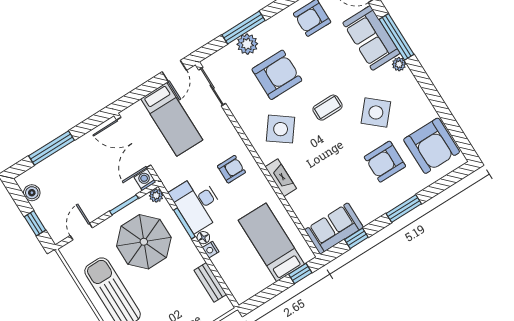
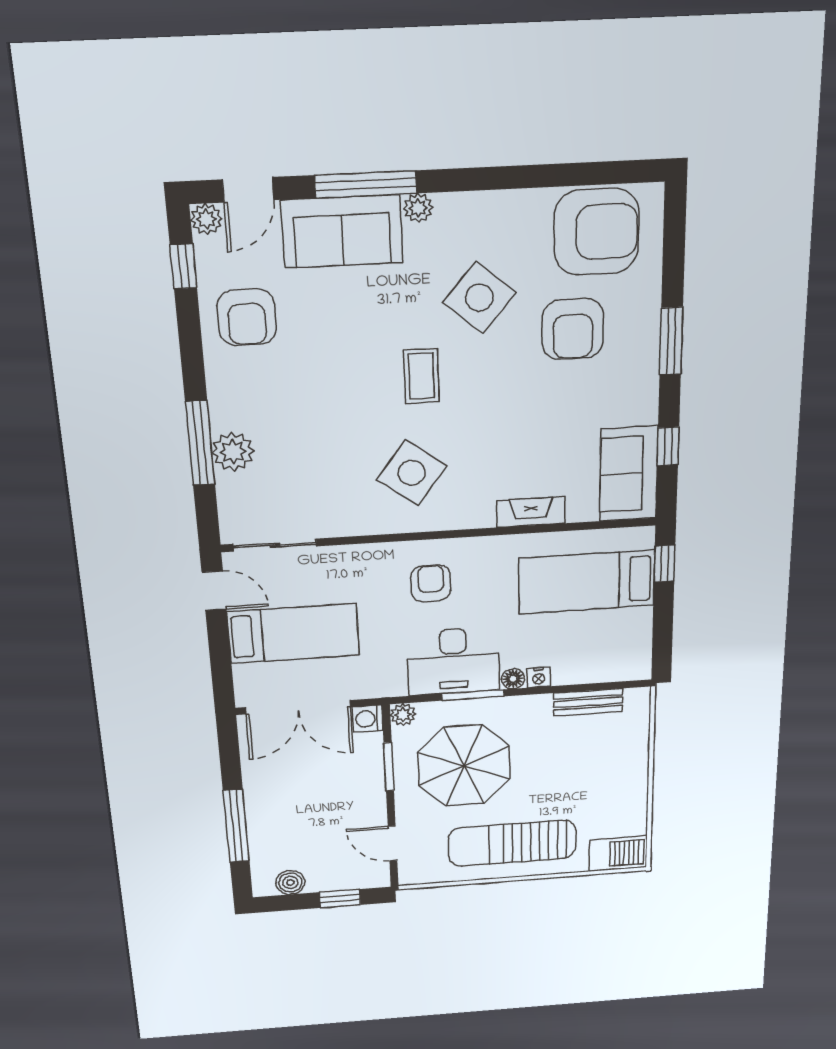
armchair: (277, 75) -> (315, 431), removed
fireplace: (281, 178) -> (531, 512), moved

